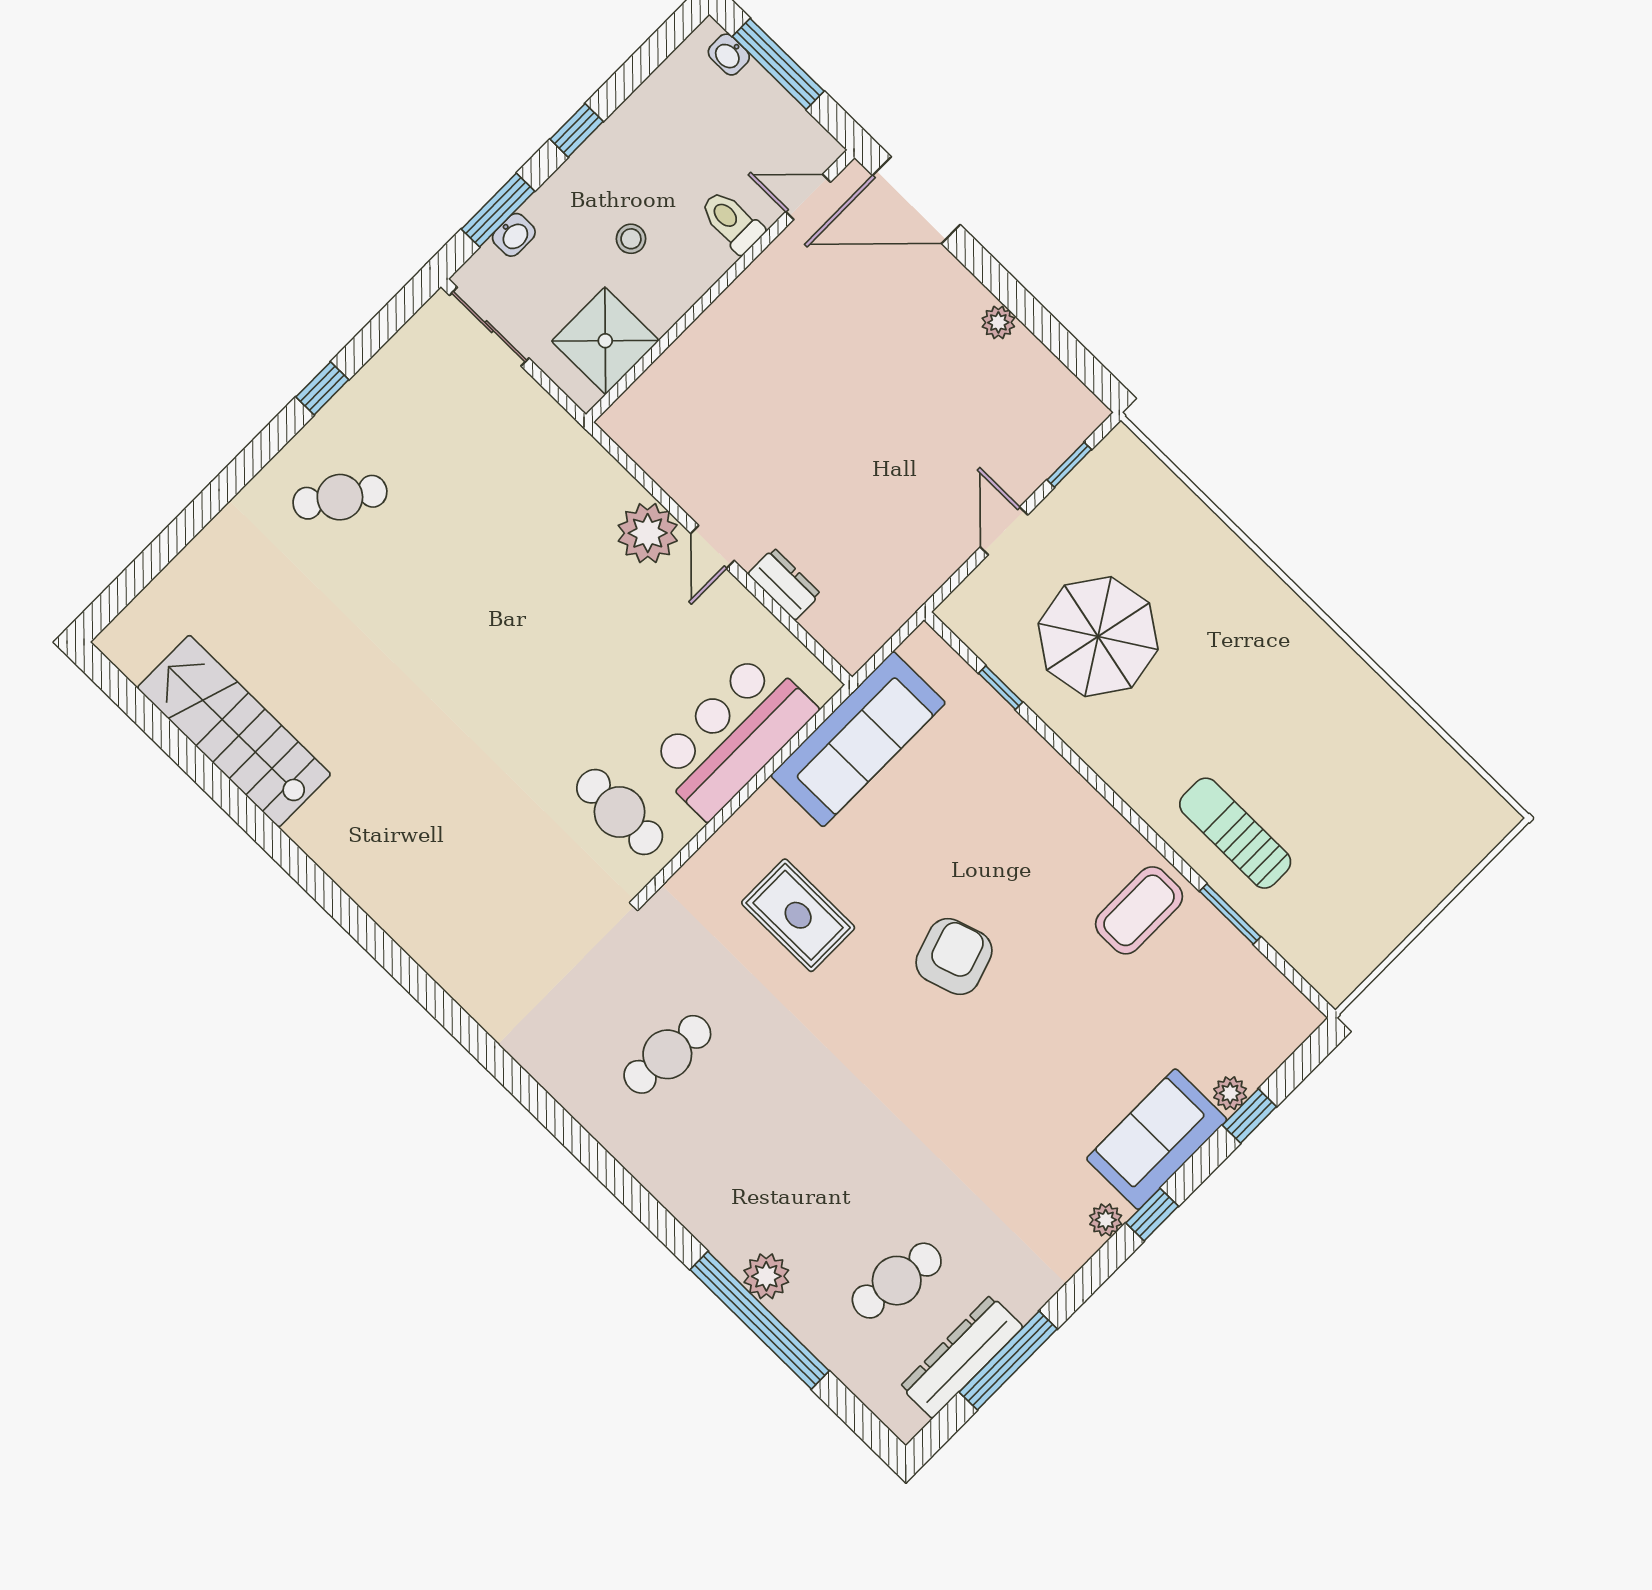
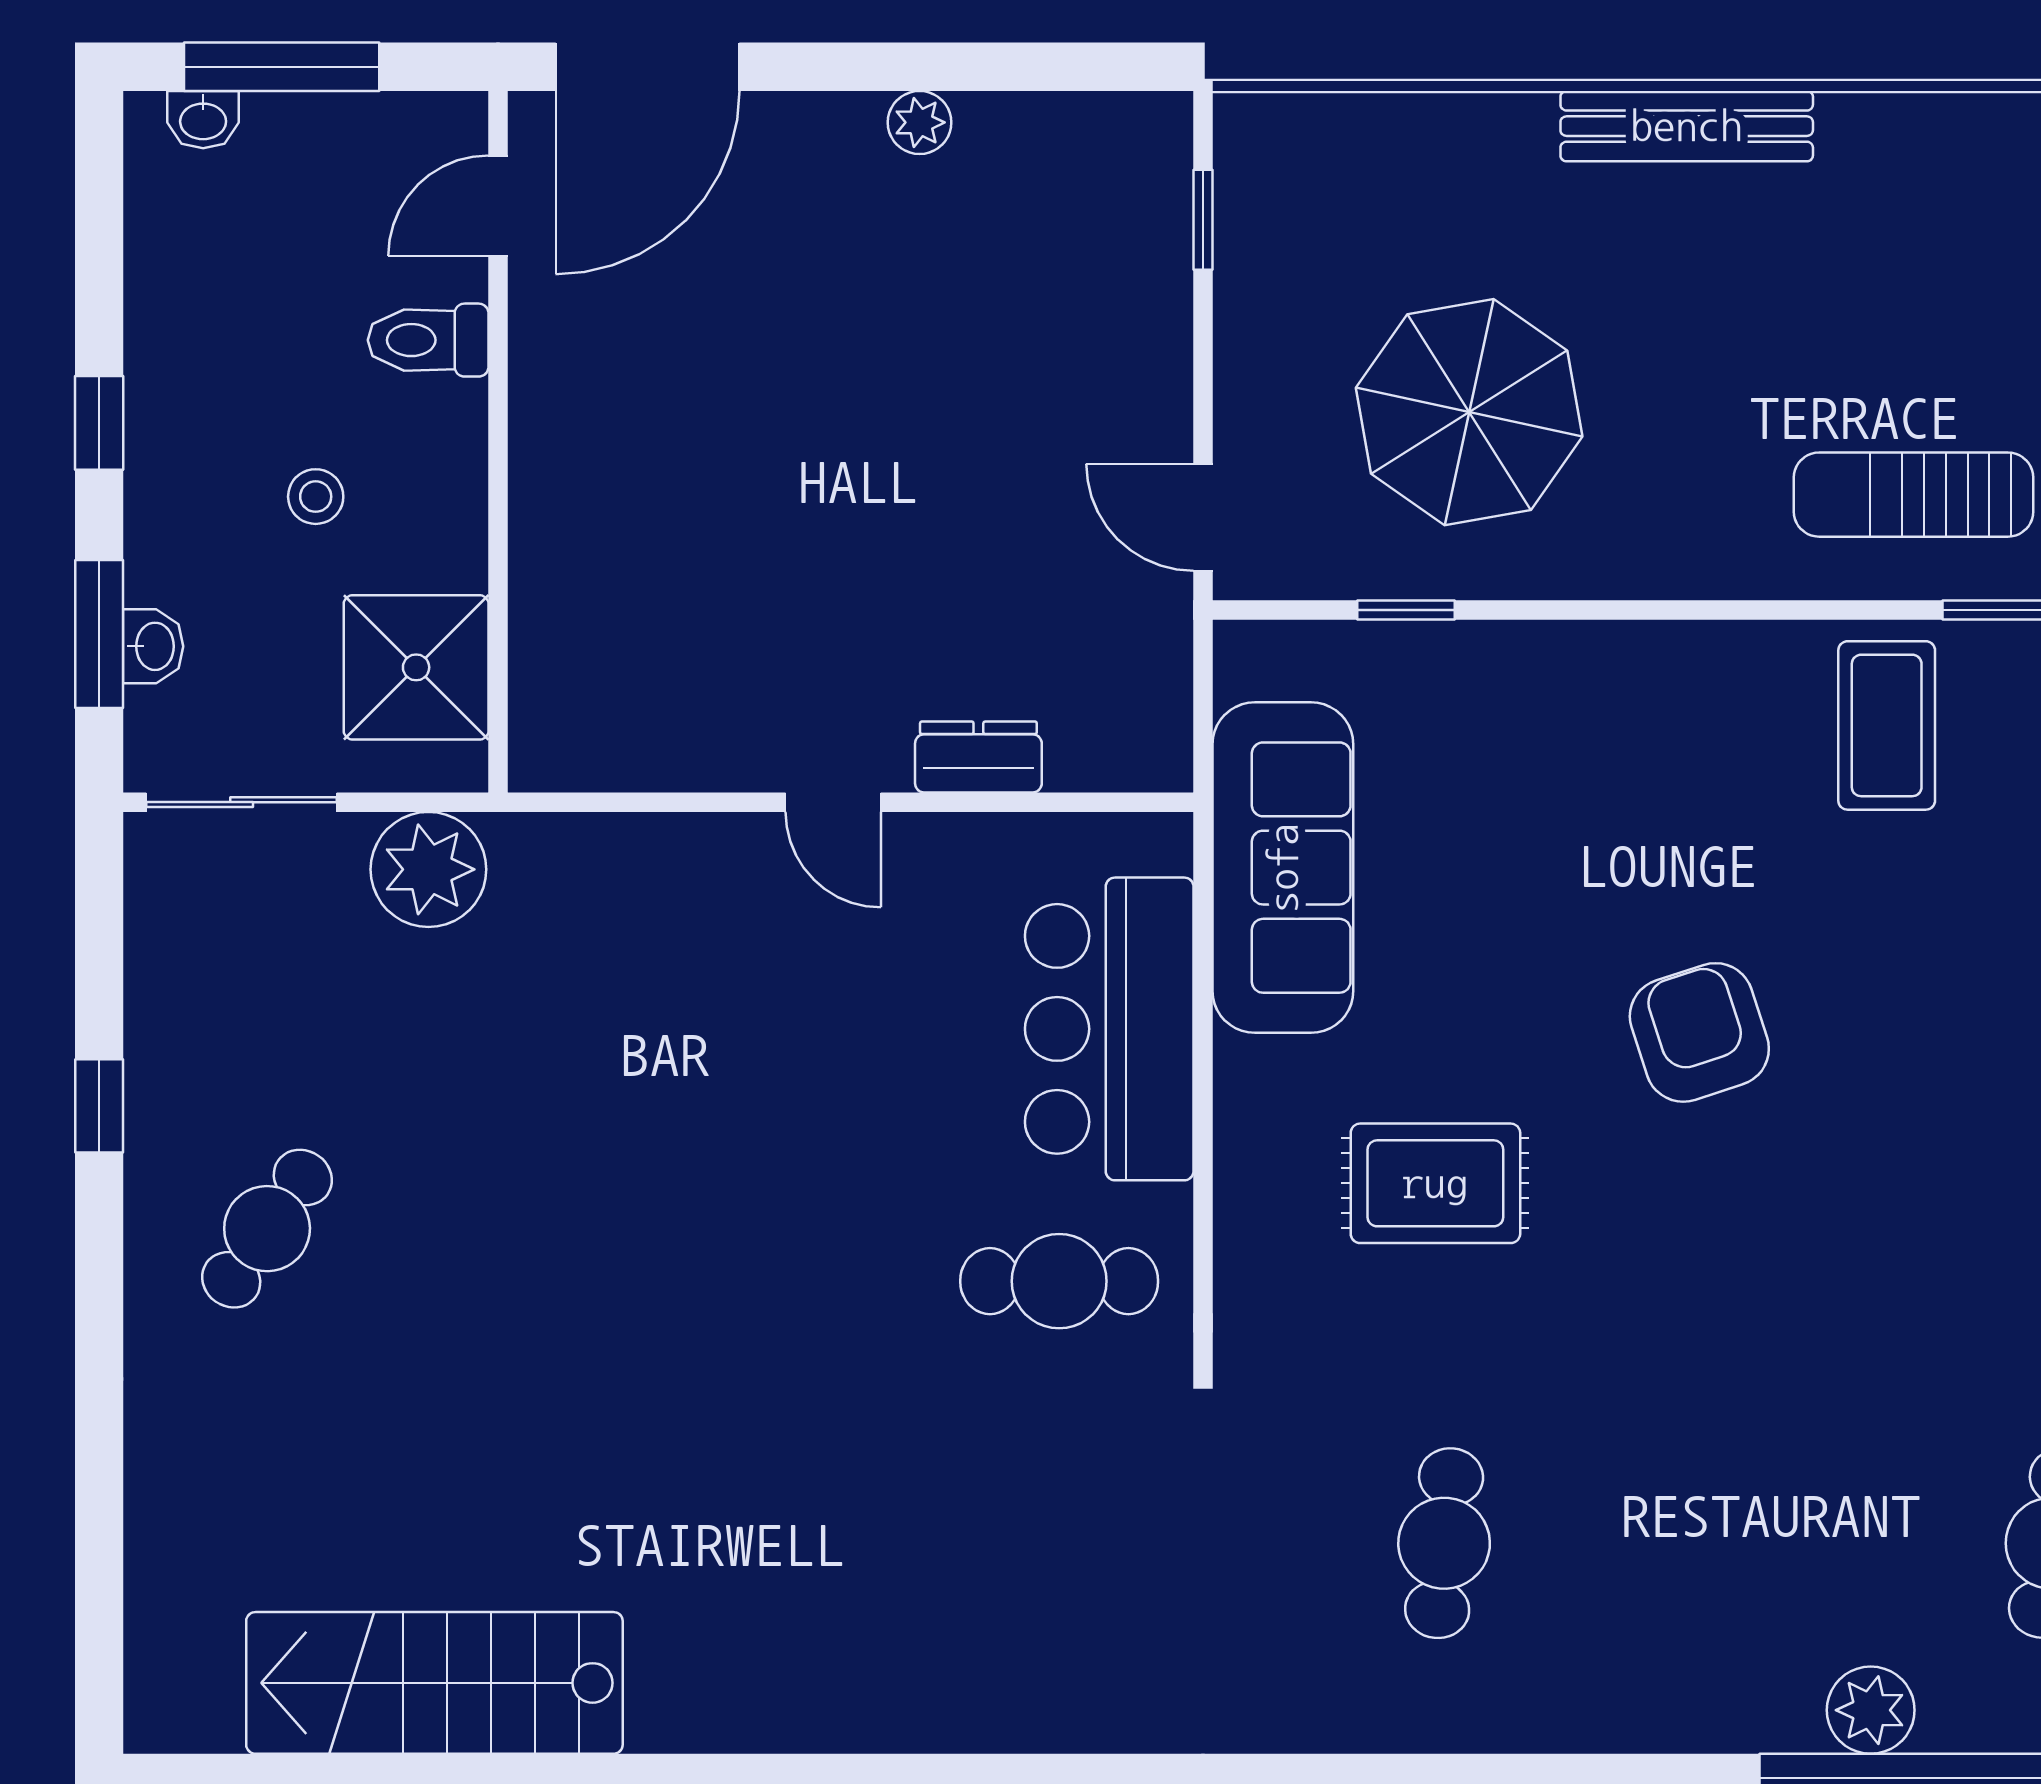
door: (1004, 531) -> (1203, 517), moved
plant: (648, 533) -> (428, 869), moved
bench: (1287, 610) -> (1687, 126), added

